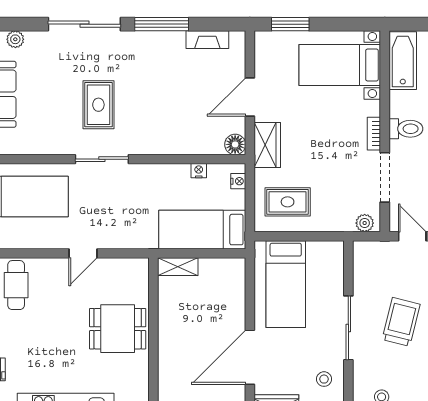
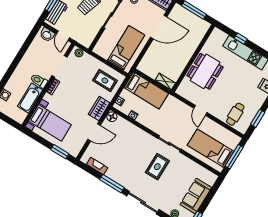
bathtub: (403, 61) -> (30, 98), moved
door: (83, 253) -> (200, 110), swing flipped
dining table: (118, 329) -> (205, 71), width x1.38

